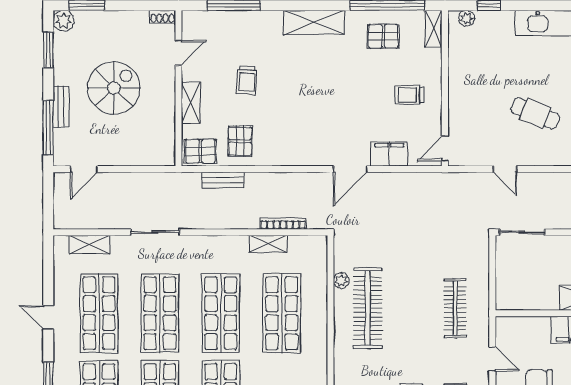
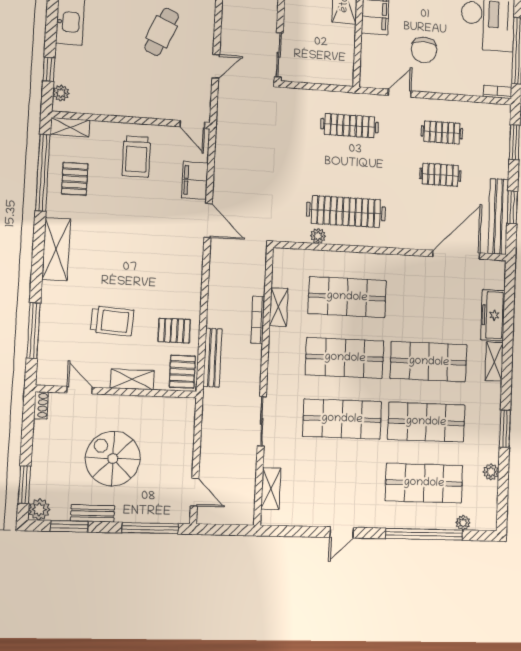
trolley: (247, 80) -> (112, 321), width x1.36, depth x1.39
trolley: (409, 95) -> (136, 156), width x1.36, depth x1.39
bench: (61, 107) -> (93, 513), moved
bench: (223, 180) -> (212, 358), width x1.36
bookcase: (283, 223) -> (258, 320), moved
shop shelf: (99, 313) -> (339, 481), removed

